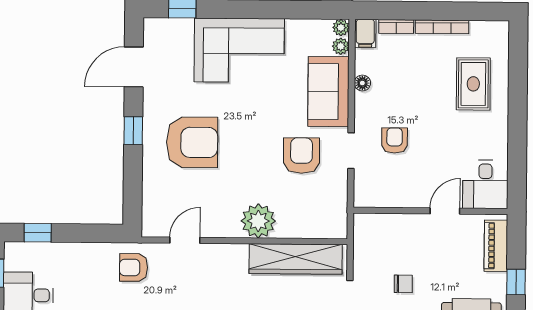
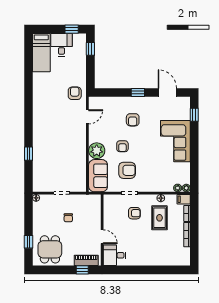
rug: (473, 84) -> (159, 218), moved, turned 90
sofa: (328, 92) -> (98, 176), moved, turned 90
armchair: (192, 142) -> (133, 120), width x0.53, depth x0.53
armchair: (249, 165) -> (122, 146), added
door: (185, 240) -> (87, 117), hinge flipped
wardrobe: (296, 259) -> (79, 168), removed
window: (516, 282) -> (82, 270), moved

